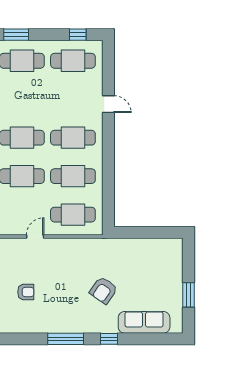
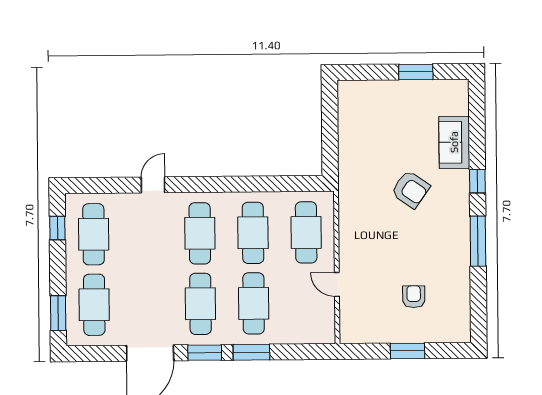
sofa: (144, 322) -> (454, 142), width x0.73

